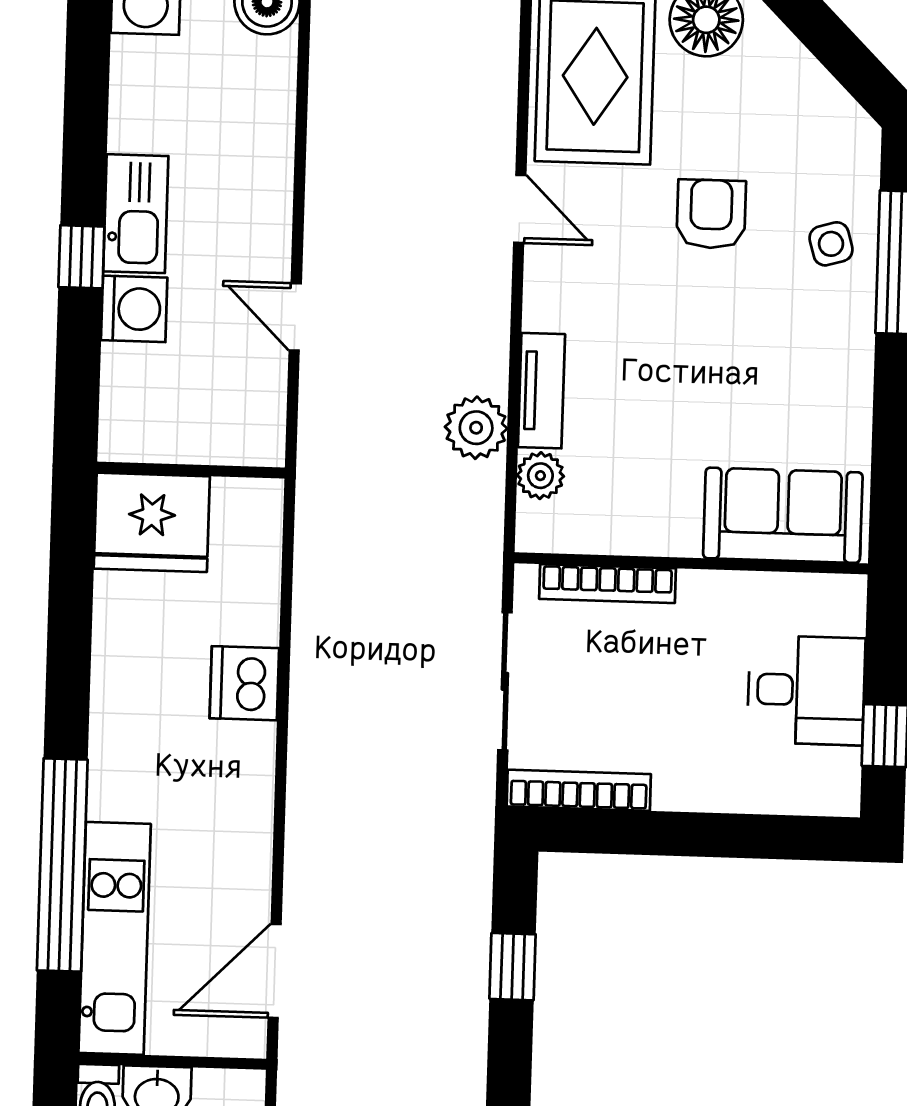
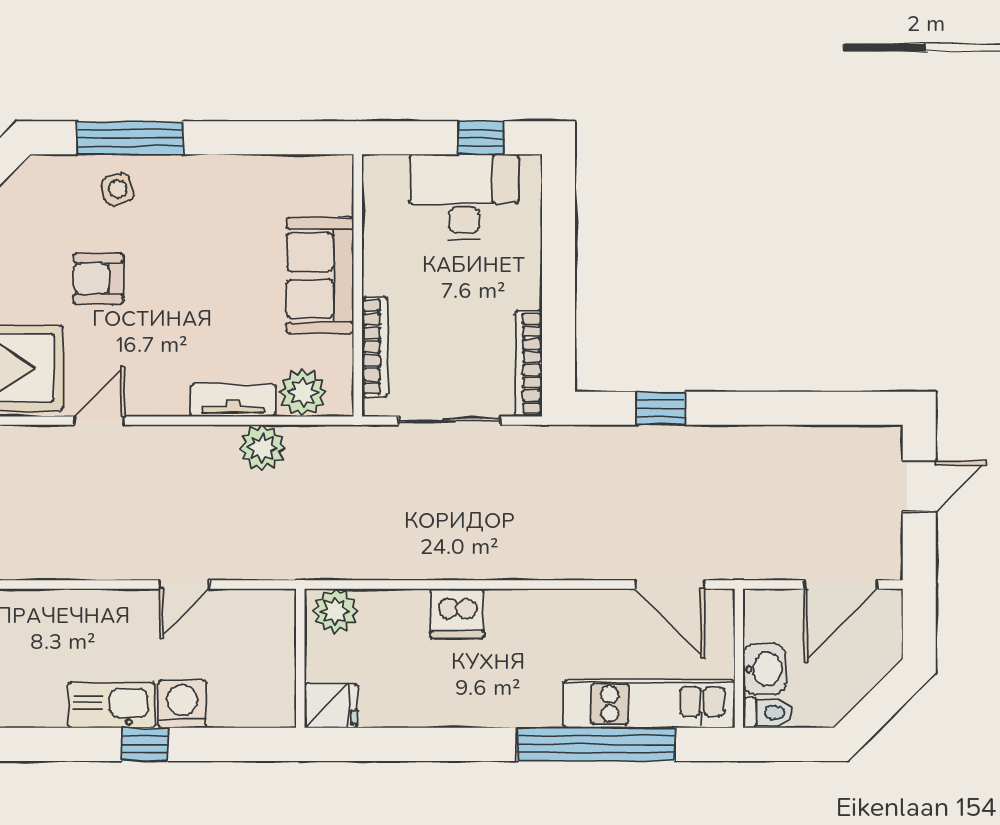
plant: (540, 476) -> (303, 393), width x1.38, depth x1.38
sofa: (783, 515) -> (320, 275), moved
plant: (253, 519) -> (335, 611), added
fridge: (152, 522) -> (331, 706), width x0.53, depth x0.75
desk: (806, 690) -> (464, 197), width x1.37

